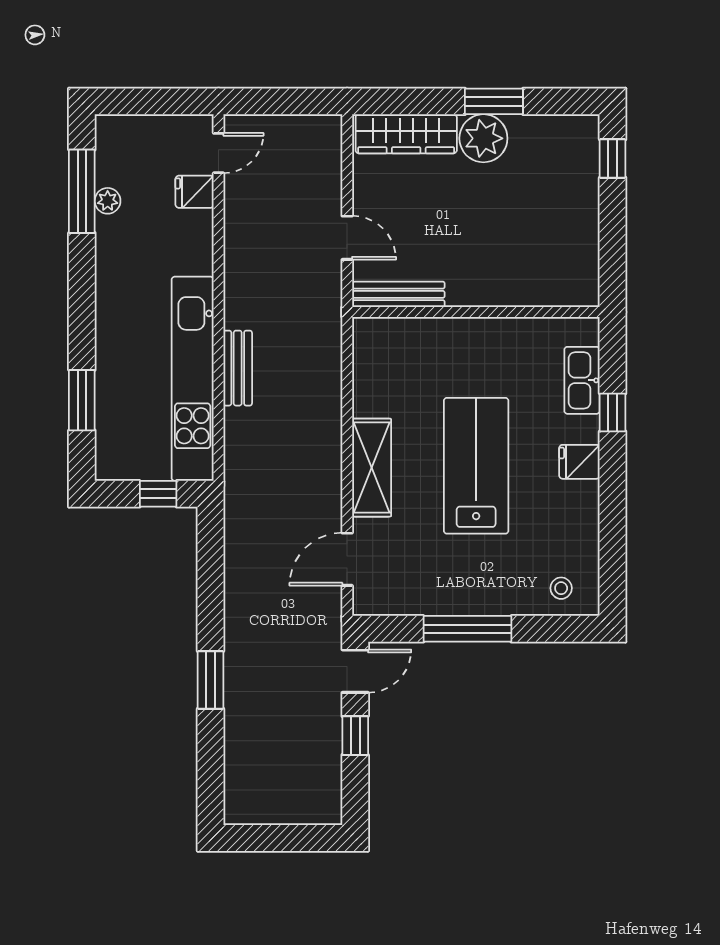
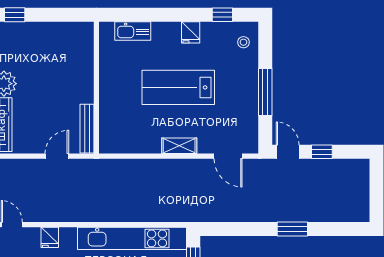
fridge: (195, 192) -> (50, 237), moved
bench: (238, 368) -> (126, 214), removed
window: (613, 412) -> (222, 15), moved
fridge: (579, 462) -> (191, 32), moved
shelving: (372, 468) -> (179, 146), width x0.67, depth x0.75

